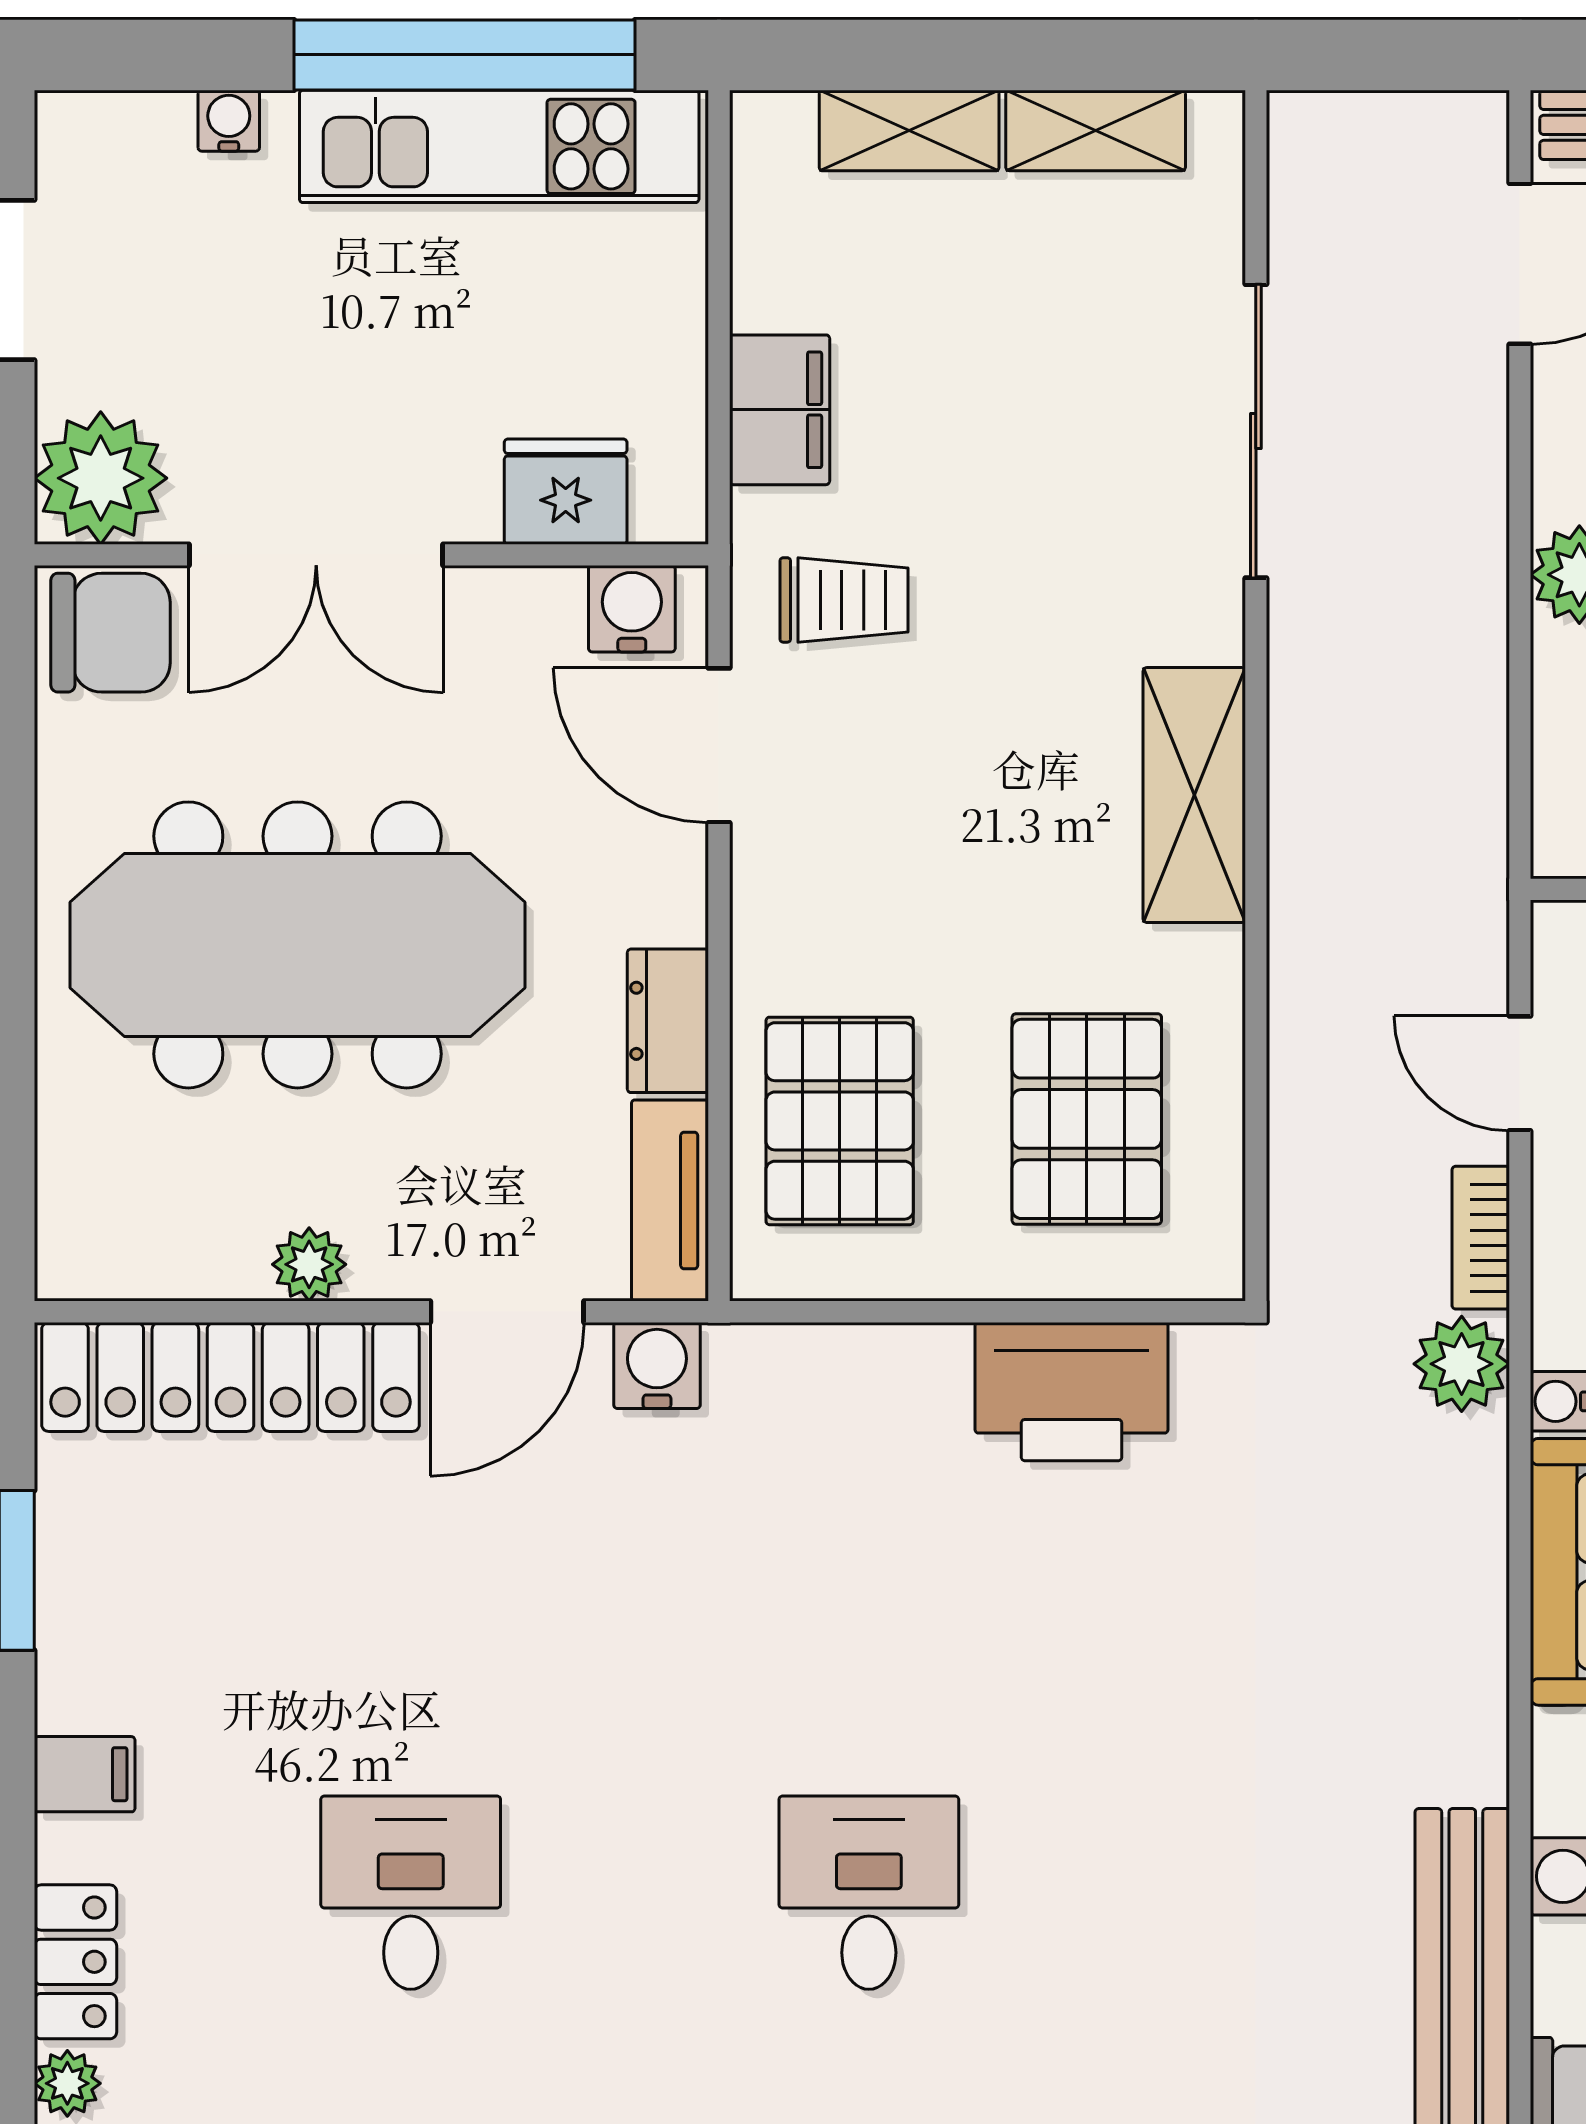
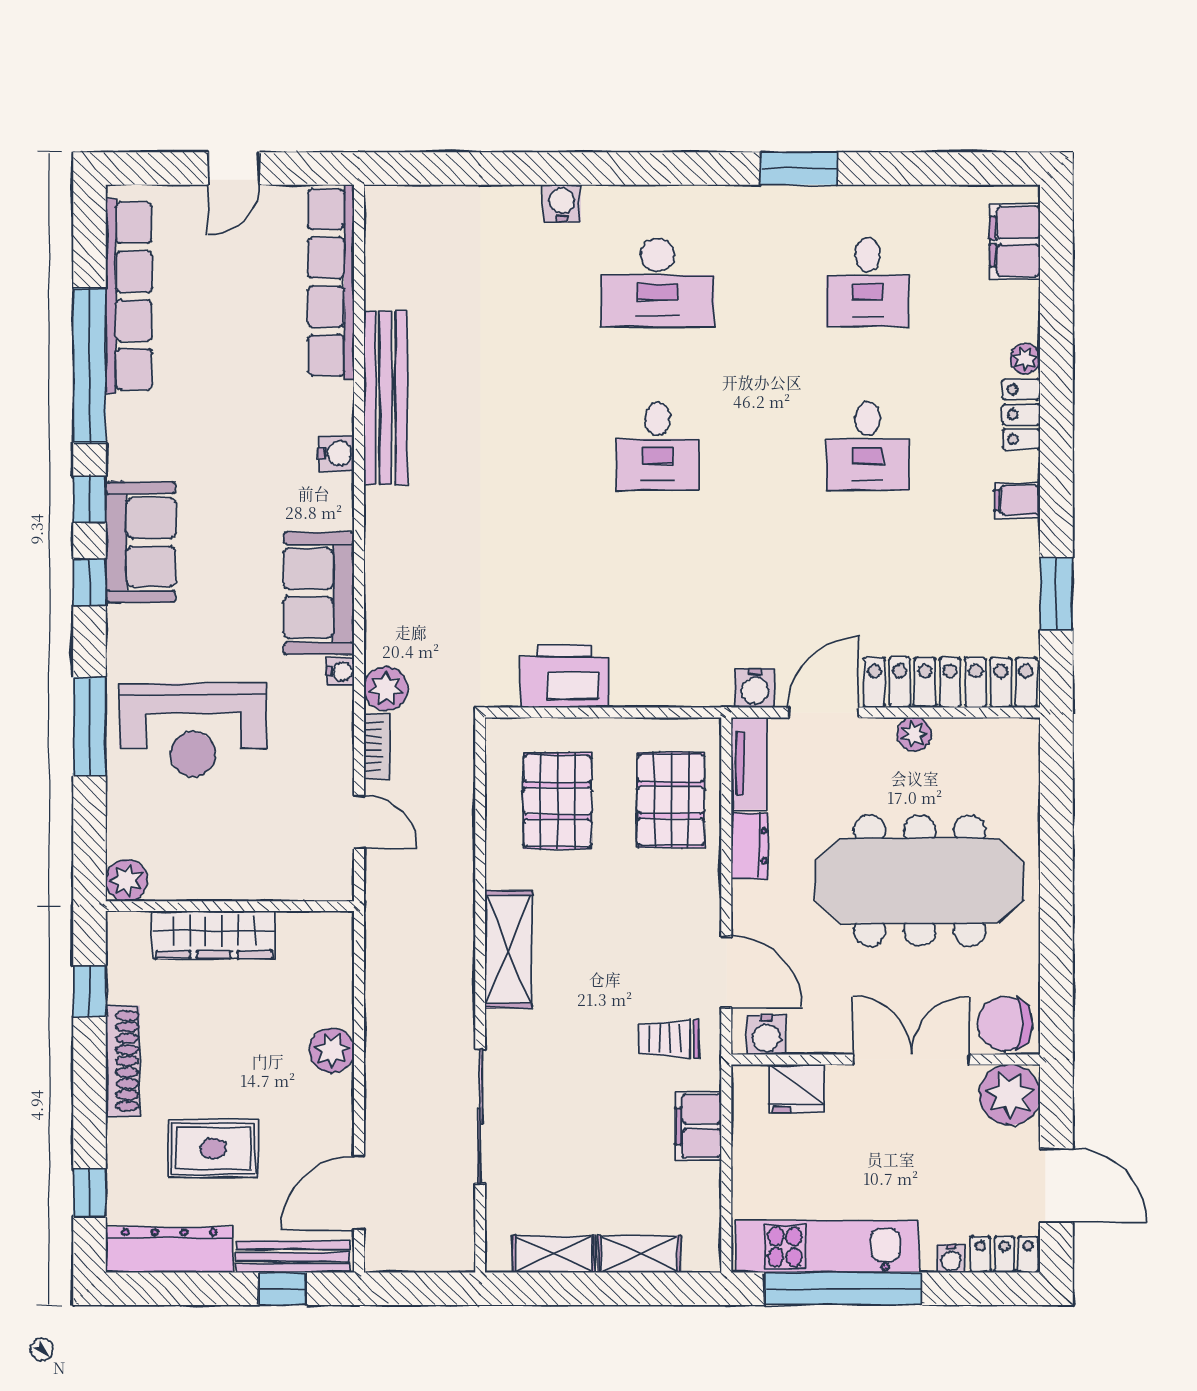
locker: (113, 130) -> (1004, 1254), added

